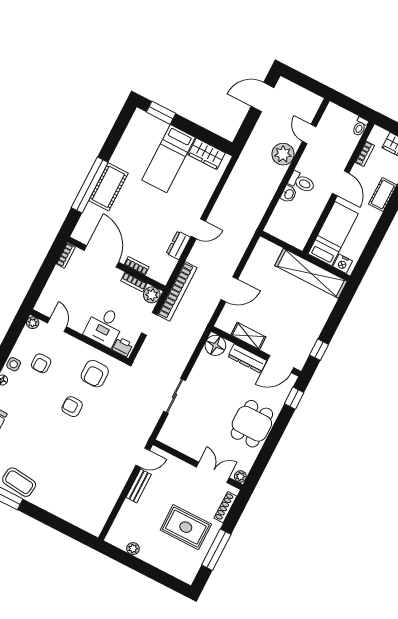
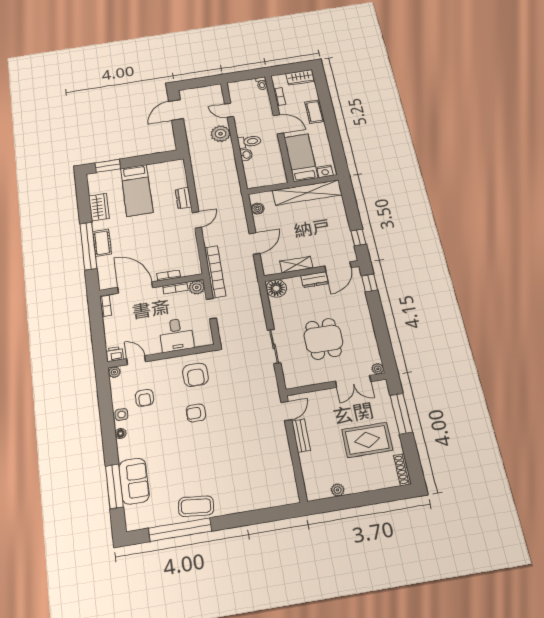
wardrobe: (207, 154) -> (99, 207), moved, turned -90
cot: (108, 187) -> (102, 243), width x0.73, depth x0.75
dresser: (178, 245) -> (183, 198), moved
boiler: (257, 257) -> (257, 209), added
printer: (123, 347) -> (115, 354), moved
dresser: (247, 359) -> (315, 280), width x0.70
dining table: (252, 424) -> (323, 339), moved
double door: (213, 472) -> (353, 381), swing flipped
shoe rack: (225, 507) -> (402, 470), moved
window: (216, 550) -> (401, 414), moved

